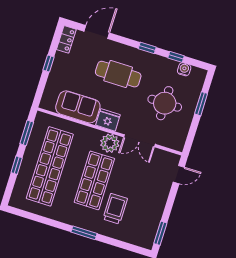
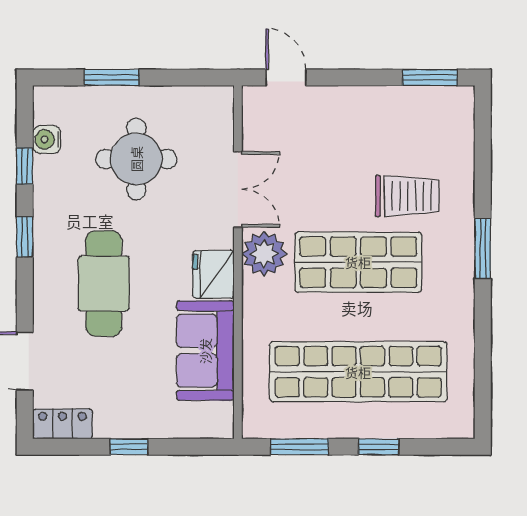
trolley: (115, 209) -> (407, 196), turned 180

